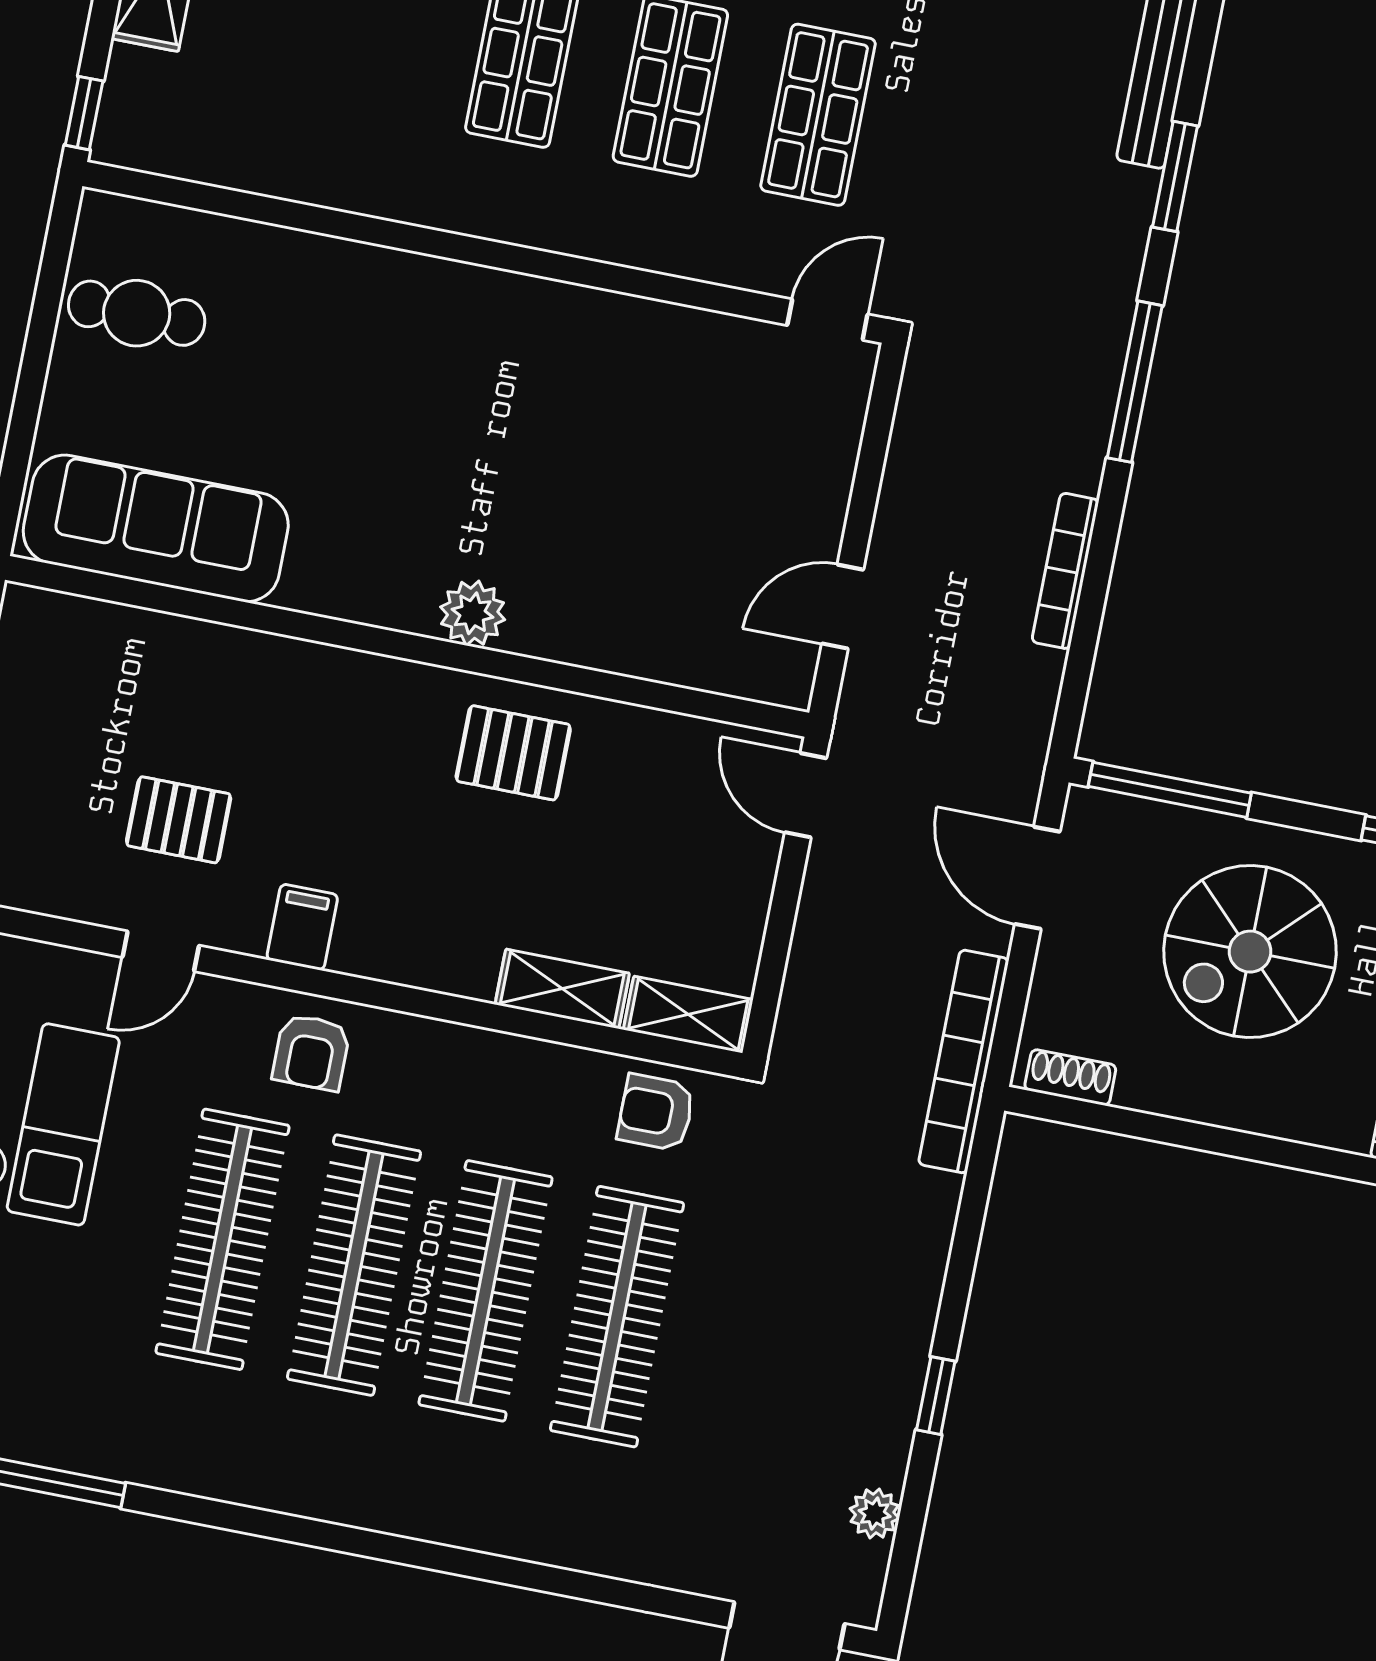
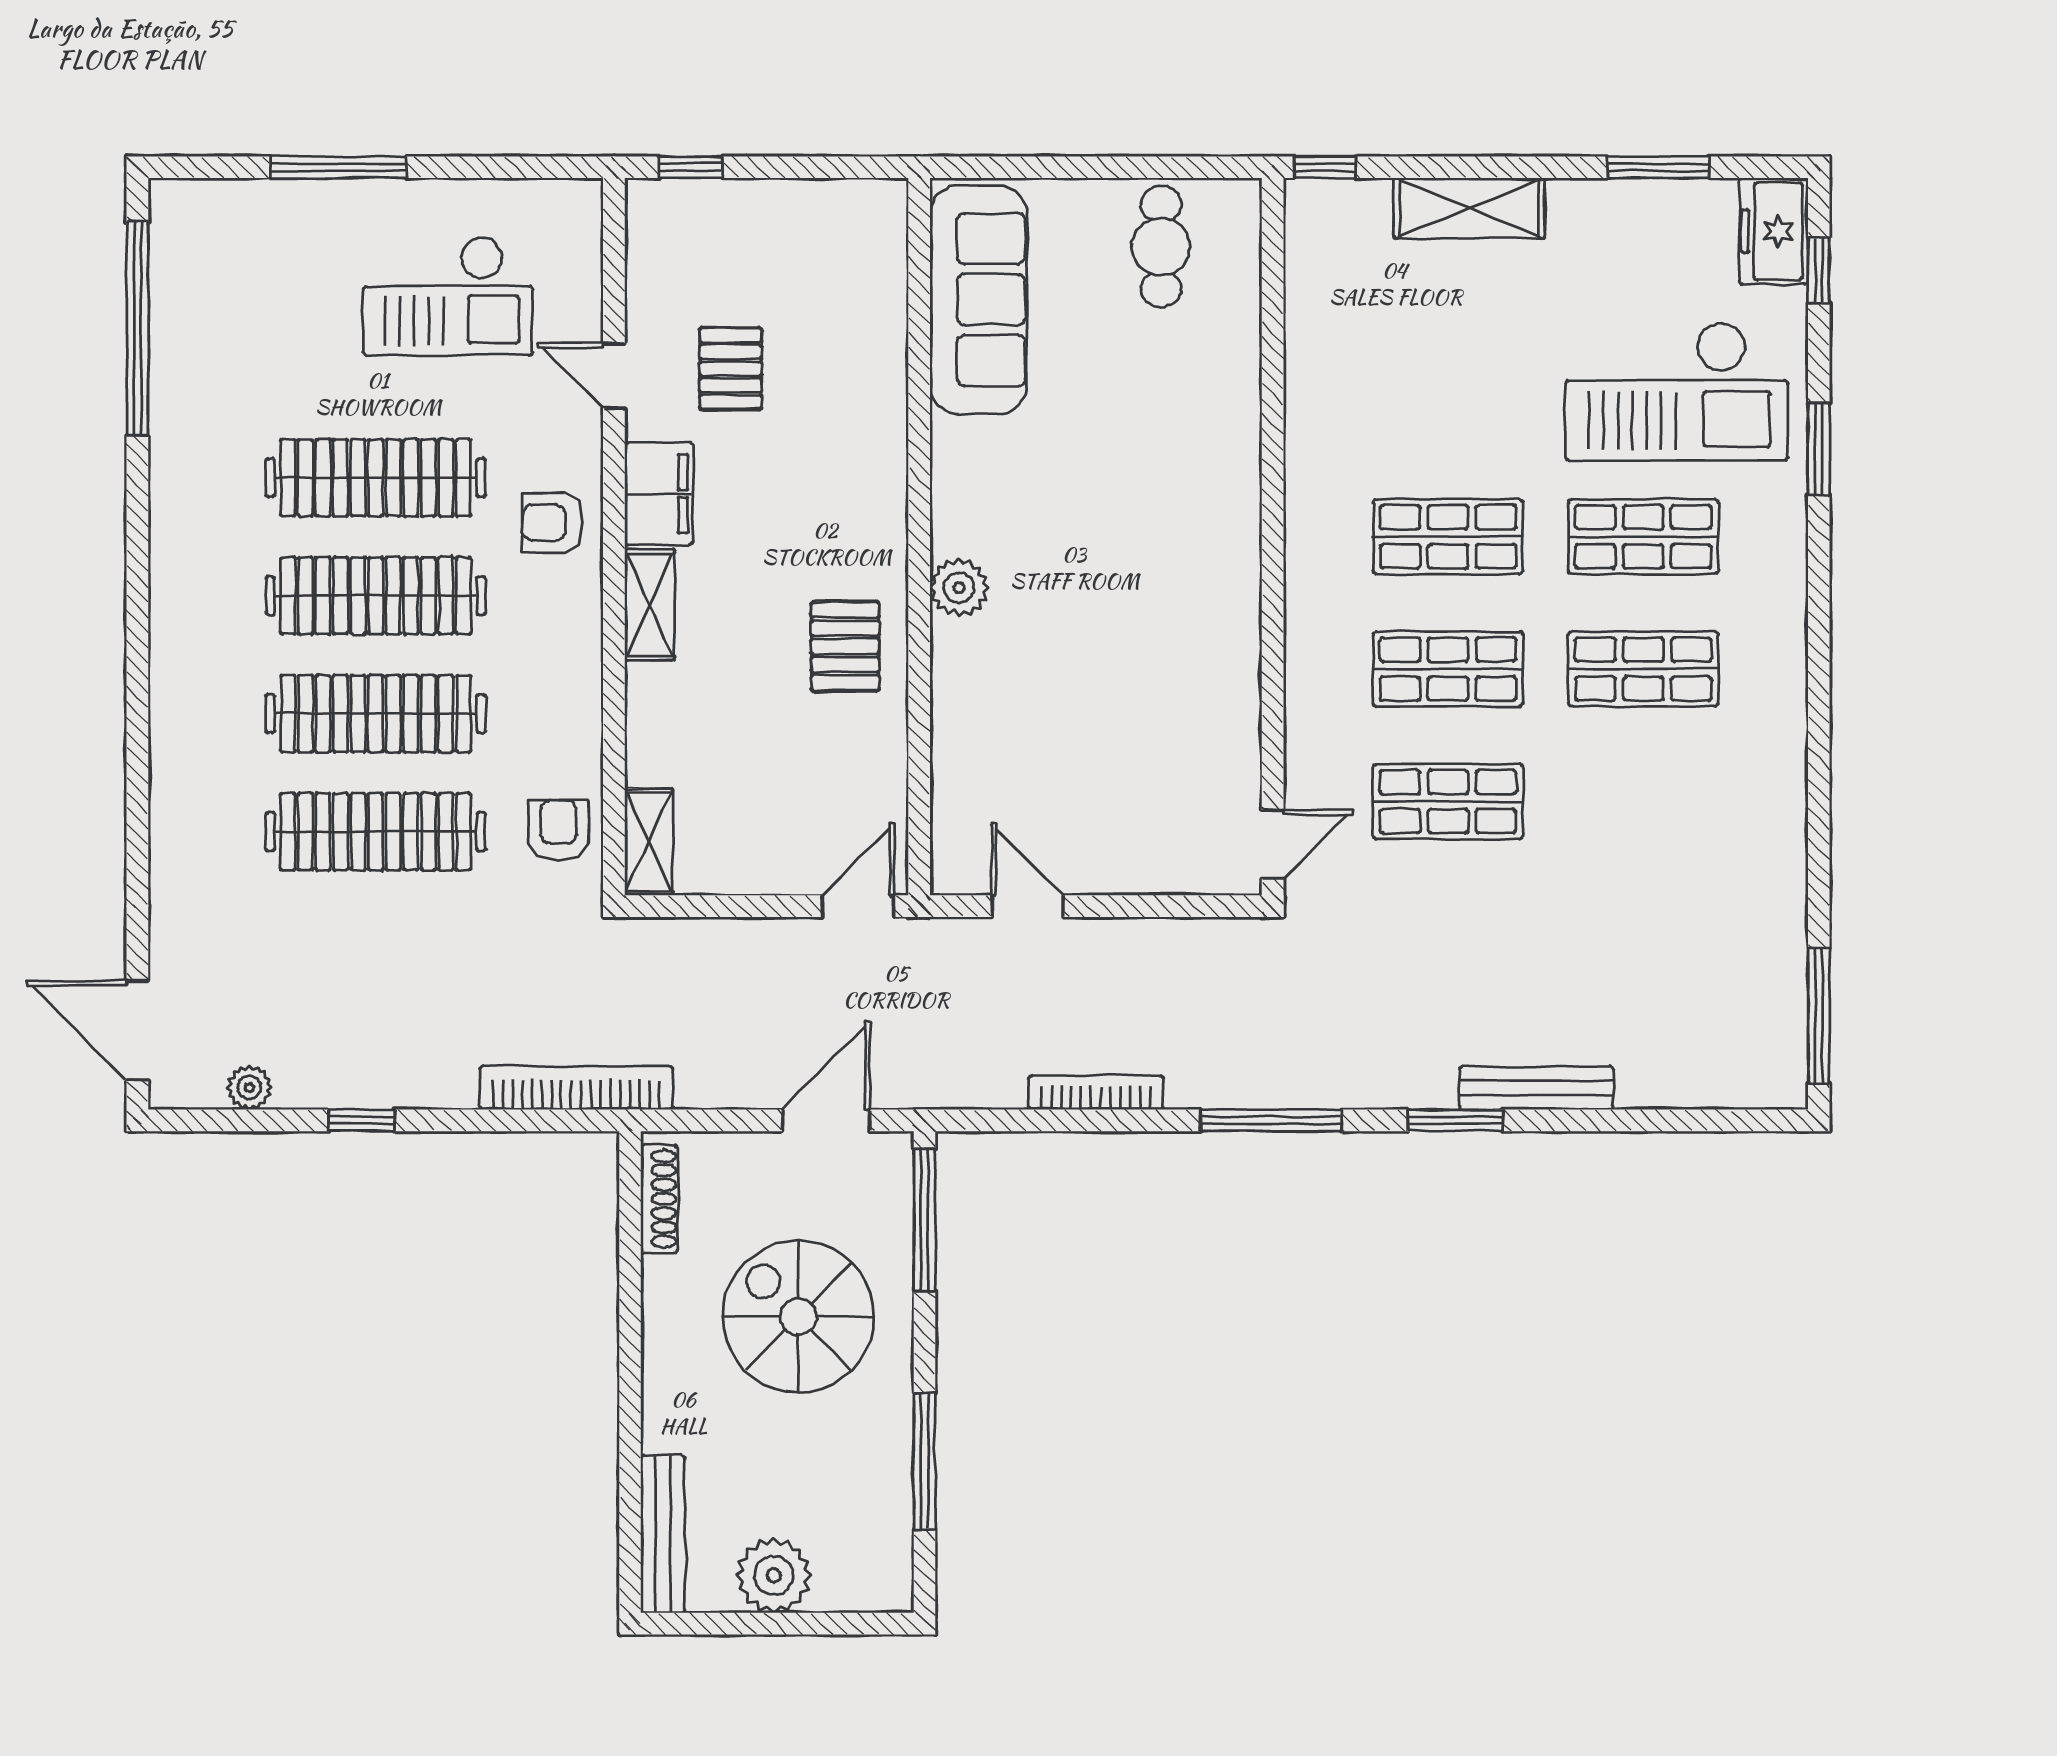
door: (827, 320) -> (1273, 844), hinge flipped
filing cabinet: (302, 927) -> (659, 494), width x2.00
shelving: (562, 989) -> (650, 605), moved
bookcase: (964, 1061) -> (576, 1088), moved
shoe rack: (1070, 1077) -> (659, 1199), width x1.43

